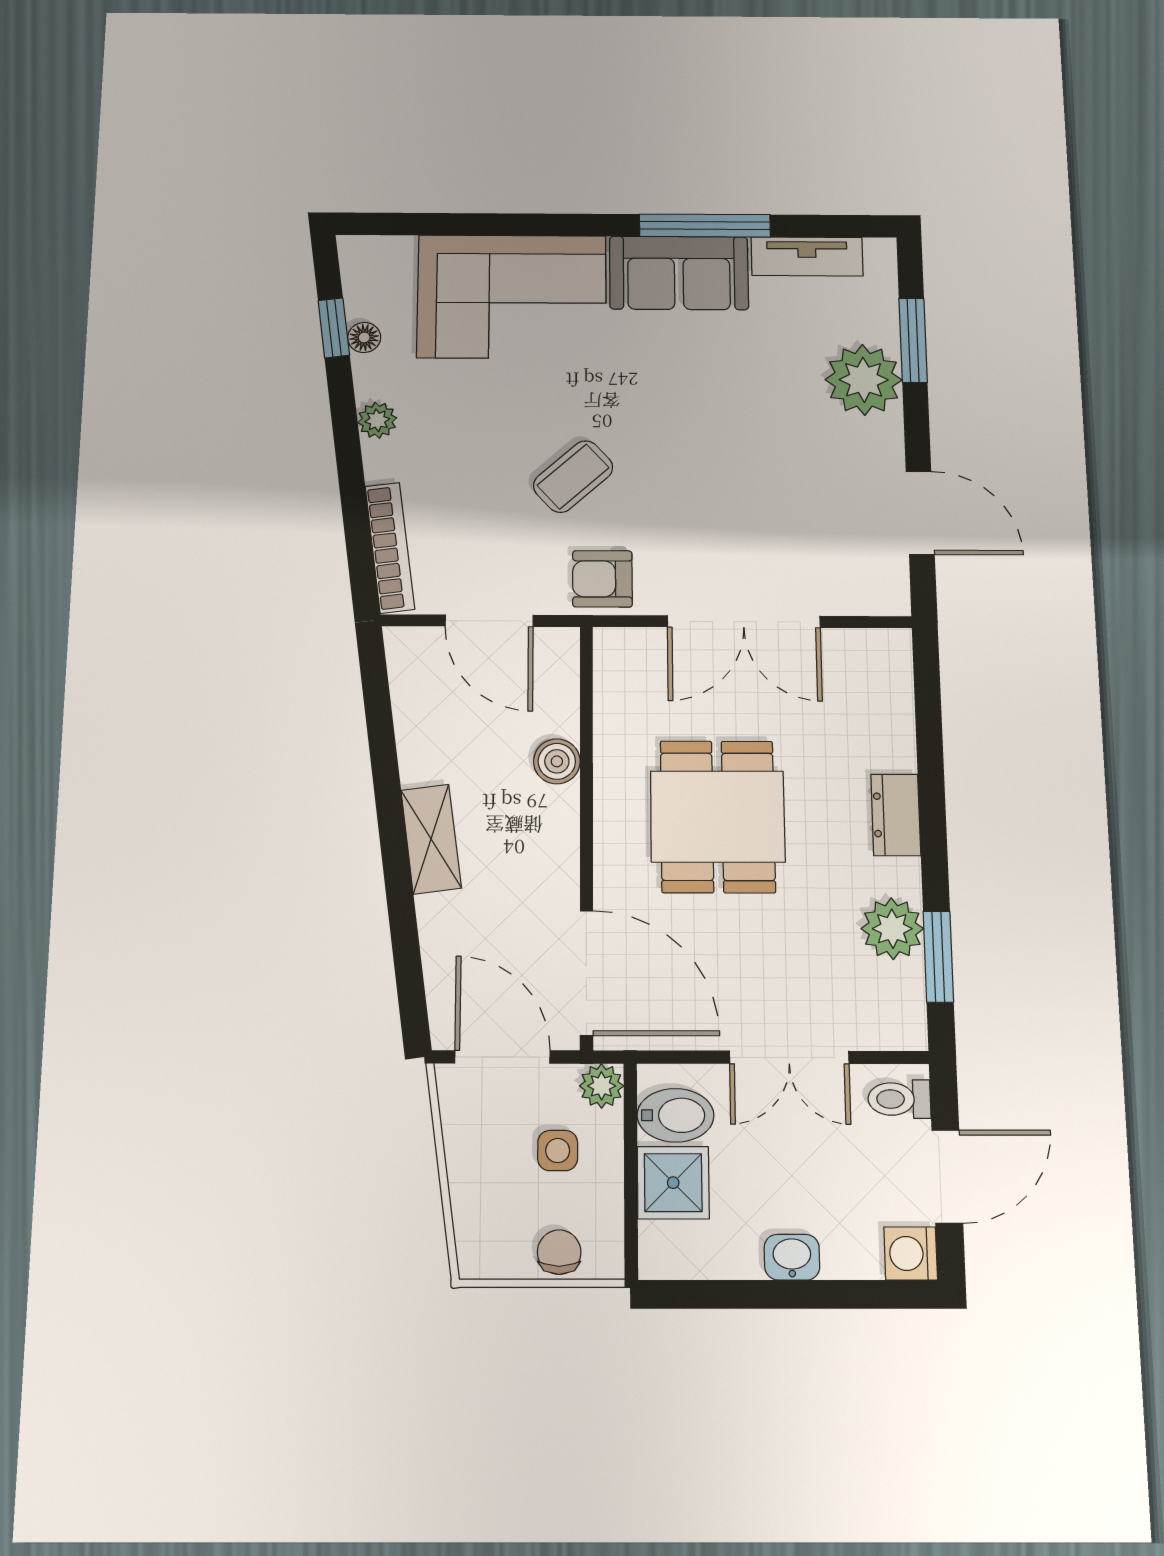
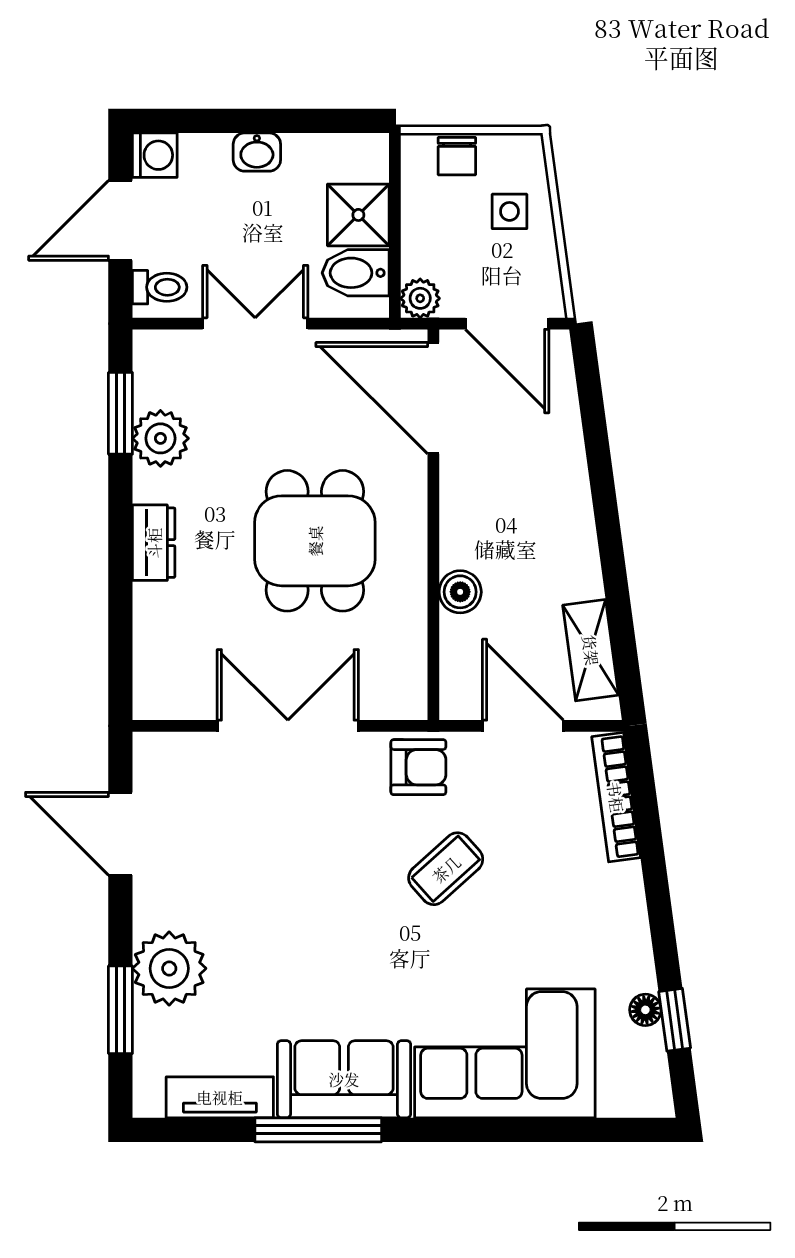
plant: (377, 420) -> (631, 925), removed
shelving: (431, 839) -> (591, 650), moved
side table: (558, 1151) -> (509, 211), moved

